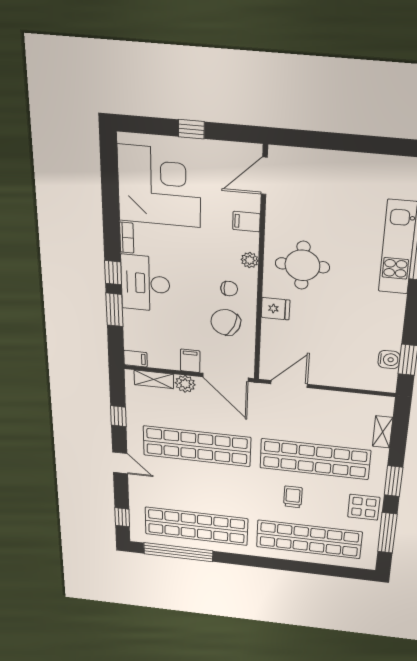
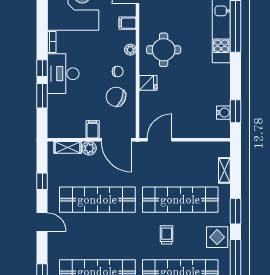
filing cabinet: (135, 359) -> (55, 132), removed

